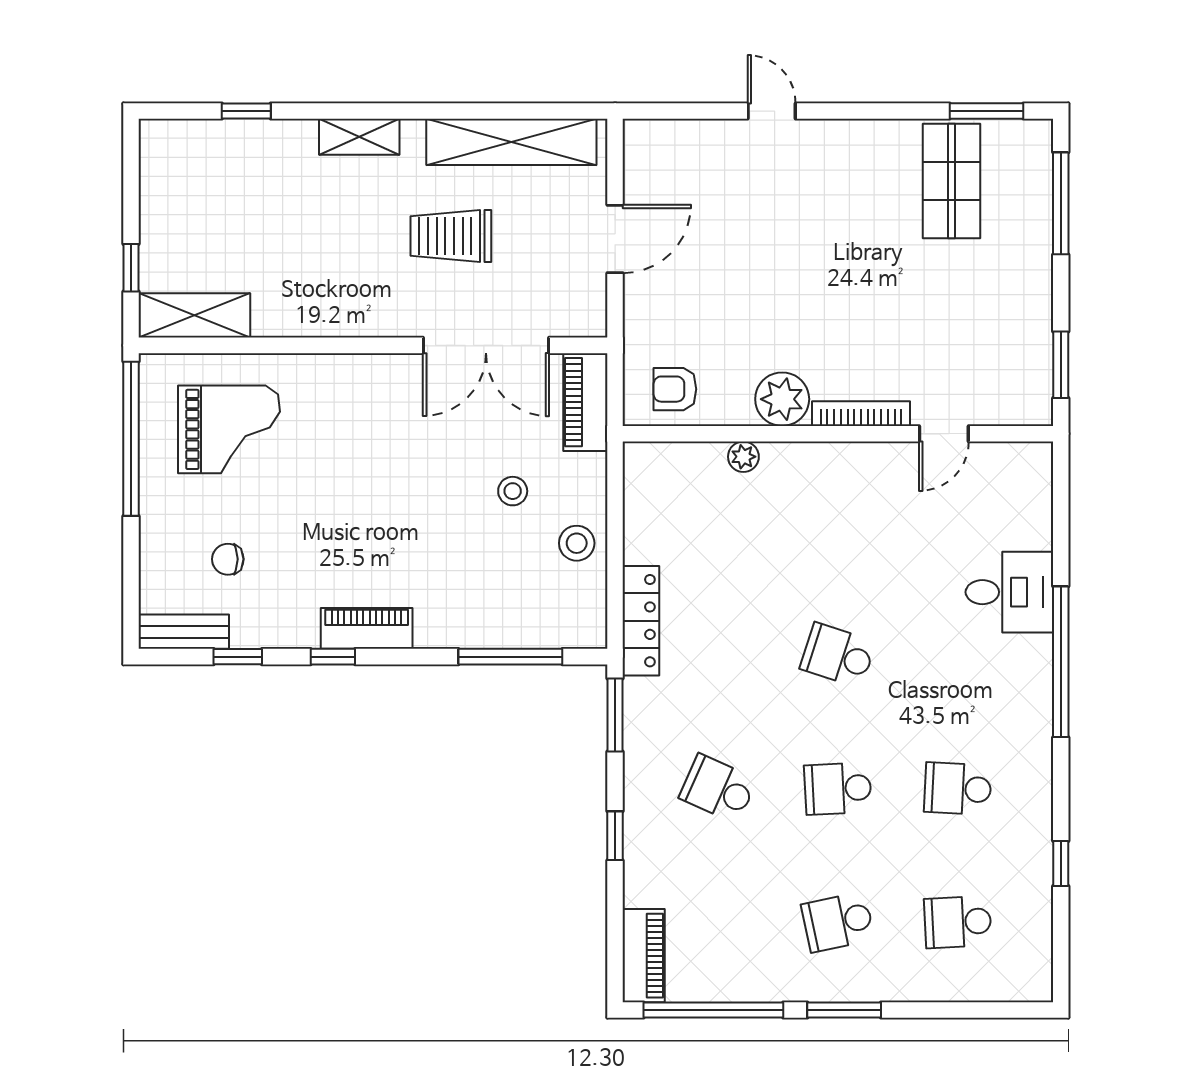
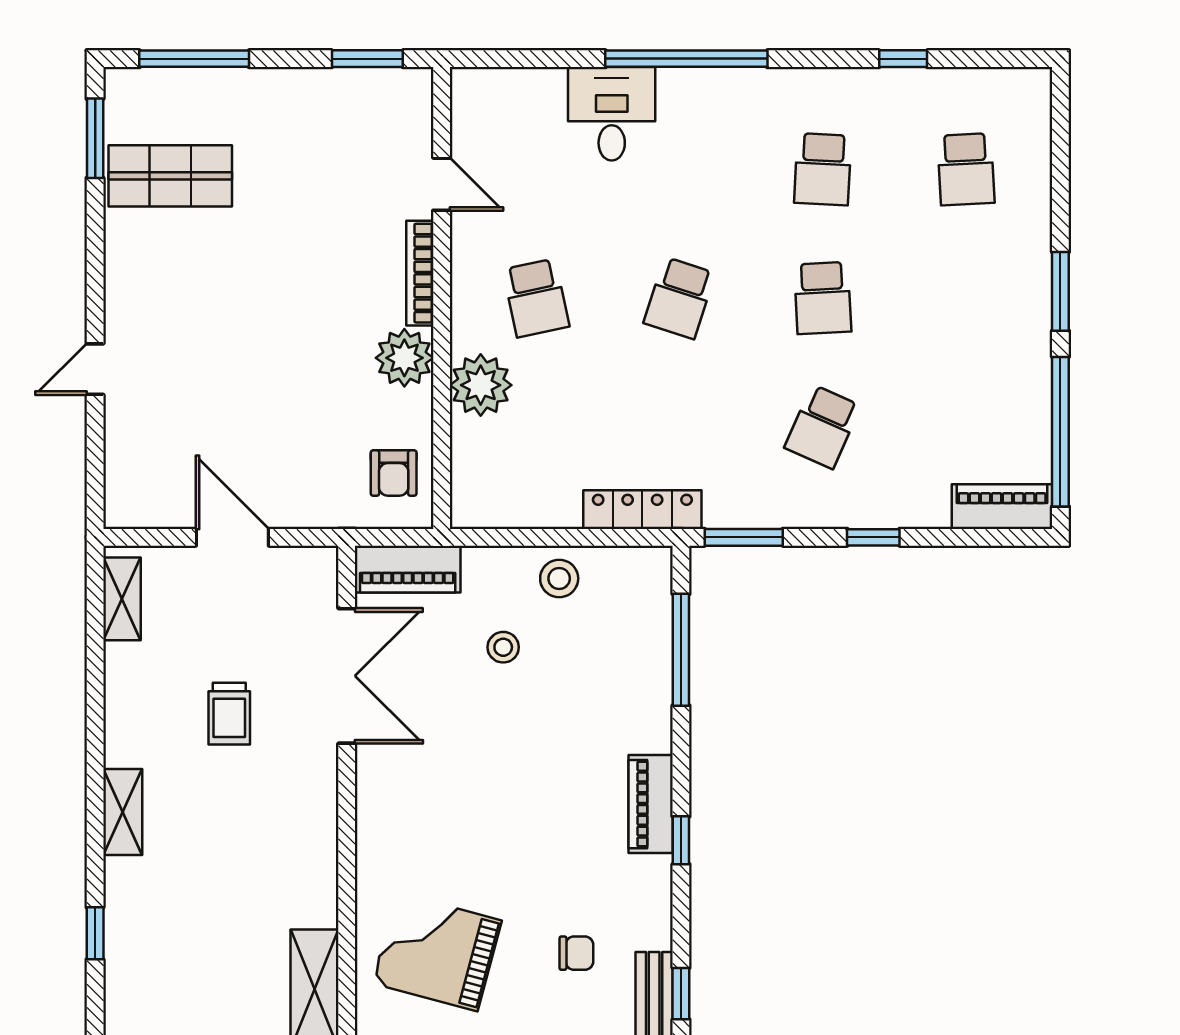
shelving: (511, 142) -> (122, 599), width x0.45, depth x0.75
trolley: (451, 236) -> (229, 714), width x0.73, depth x0.72
grand piano: (229, 429) -> (437, 952), turned -75
plant: (743, 457) -> (481, 385), width x1.88, depth x1.88
chair: (228, 559) -> (576, 953), turned -90
window: (238, 657) -> (681, 994), moved
school desk: (838, 922) -> (536, 298), moved

